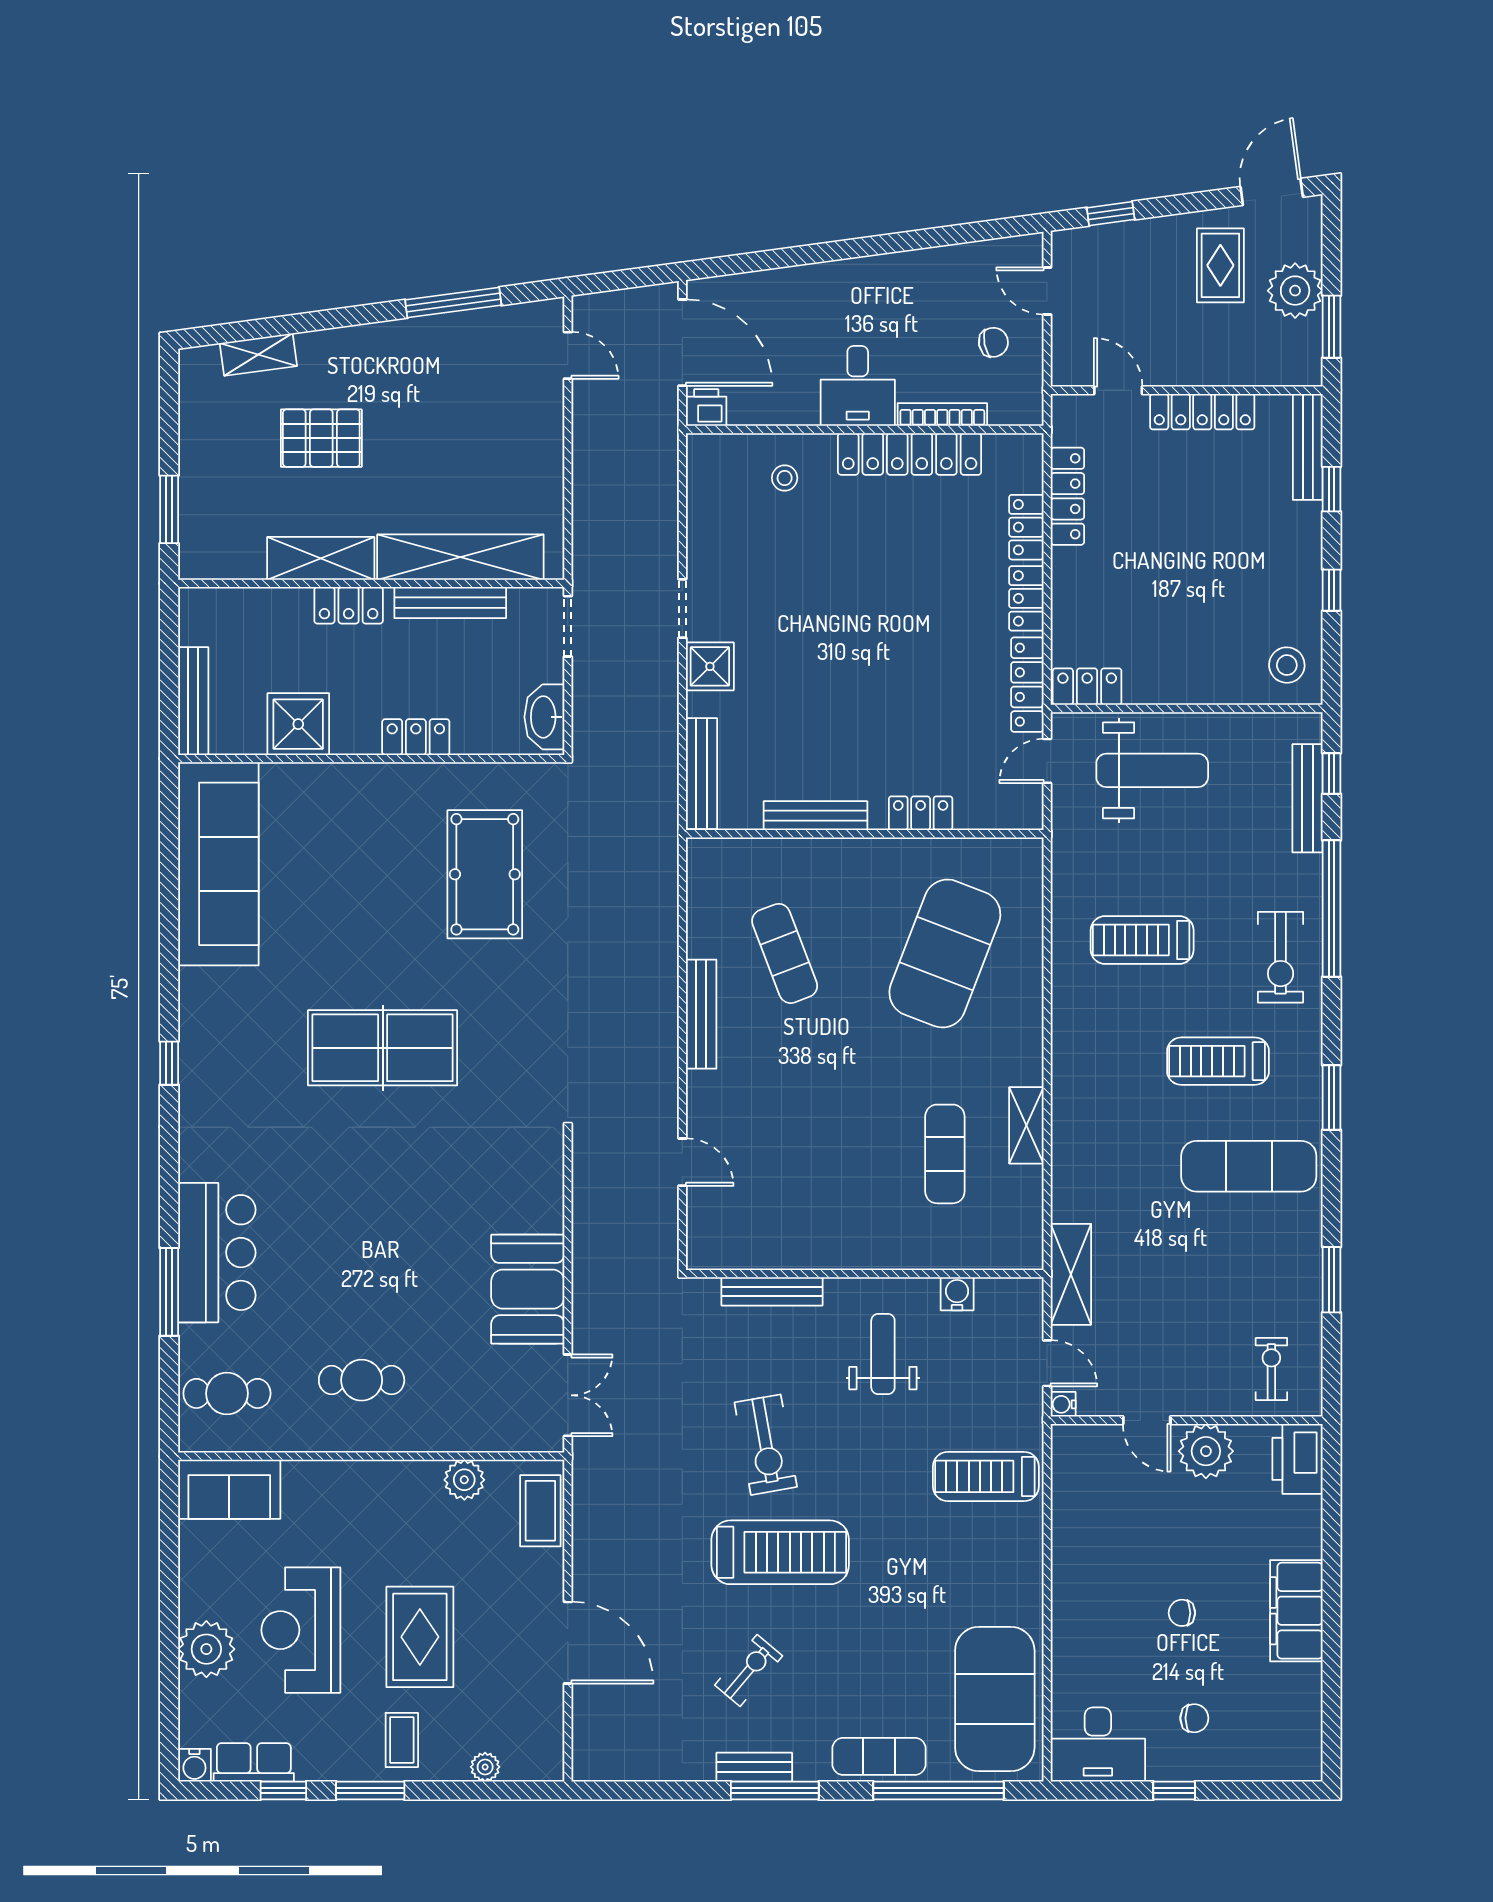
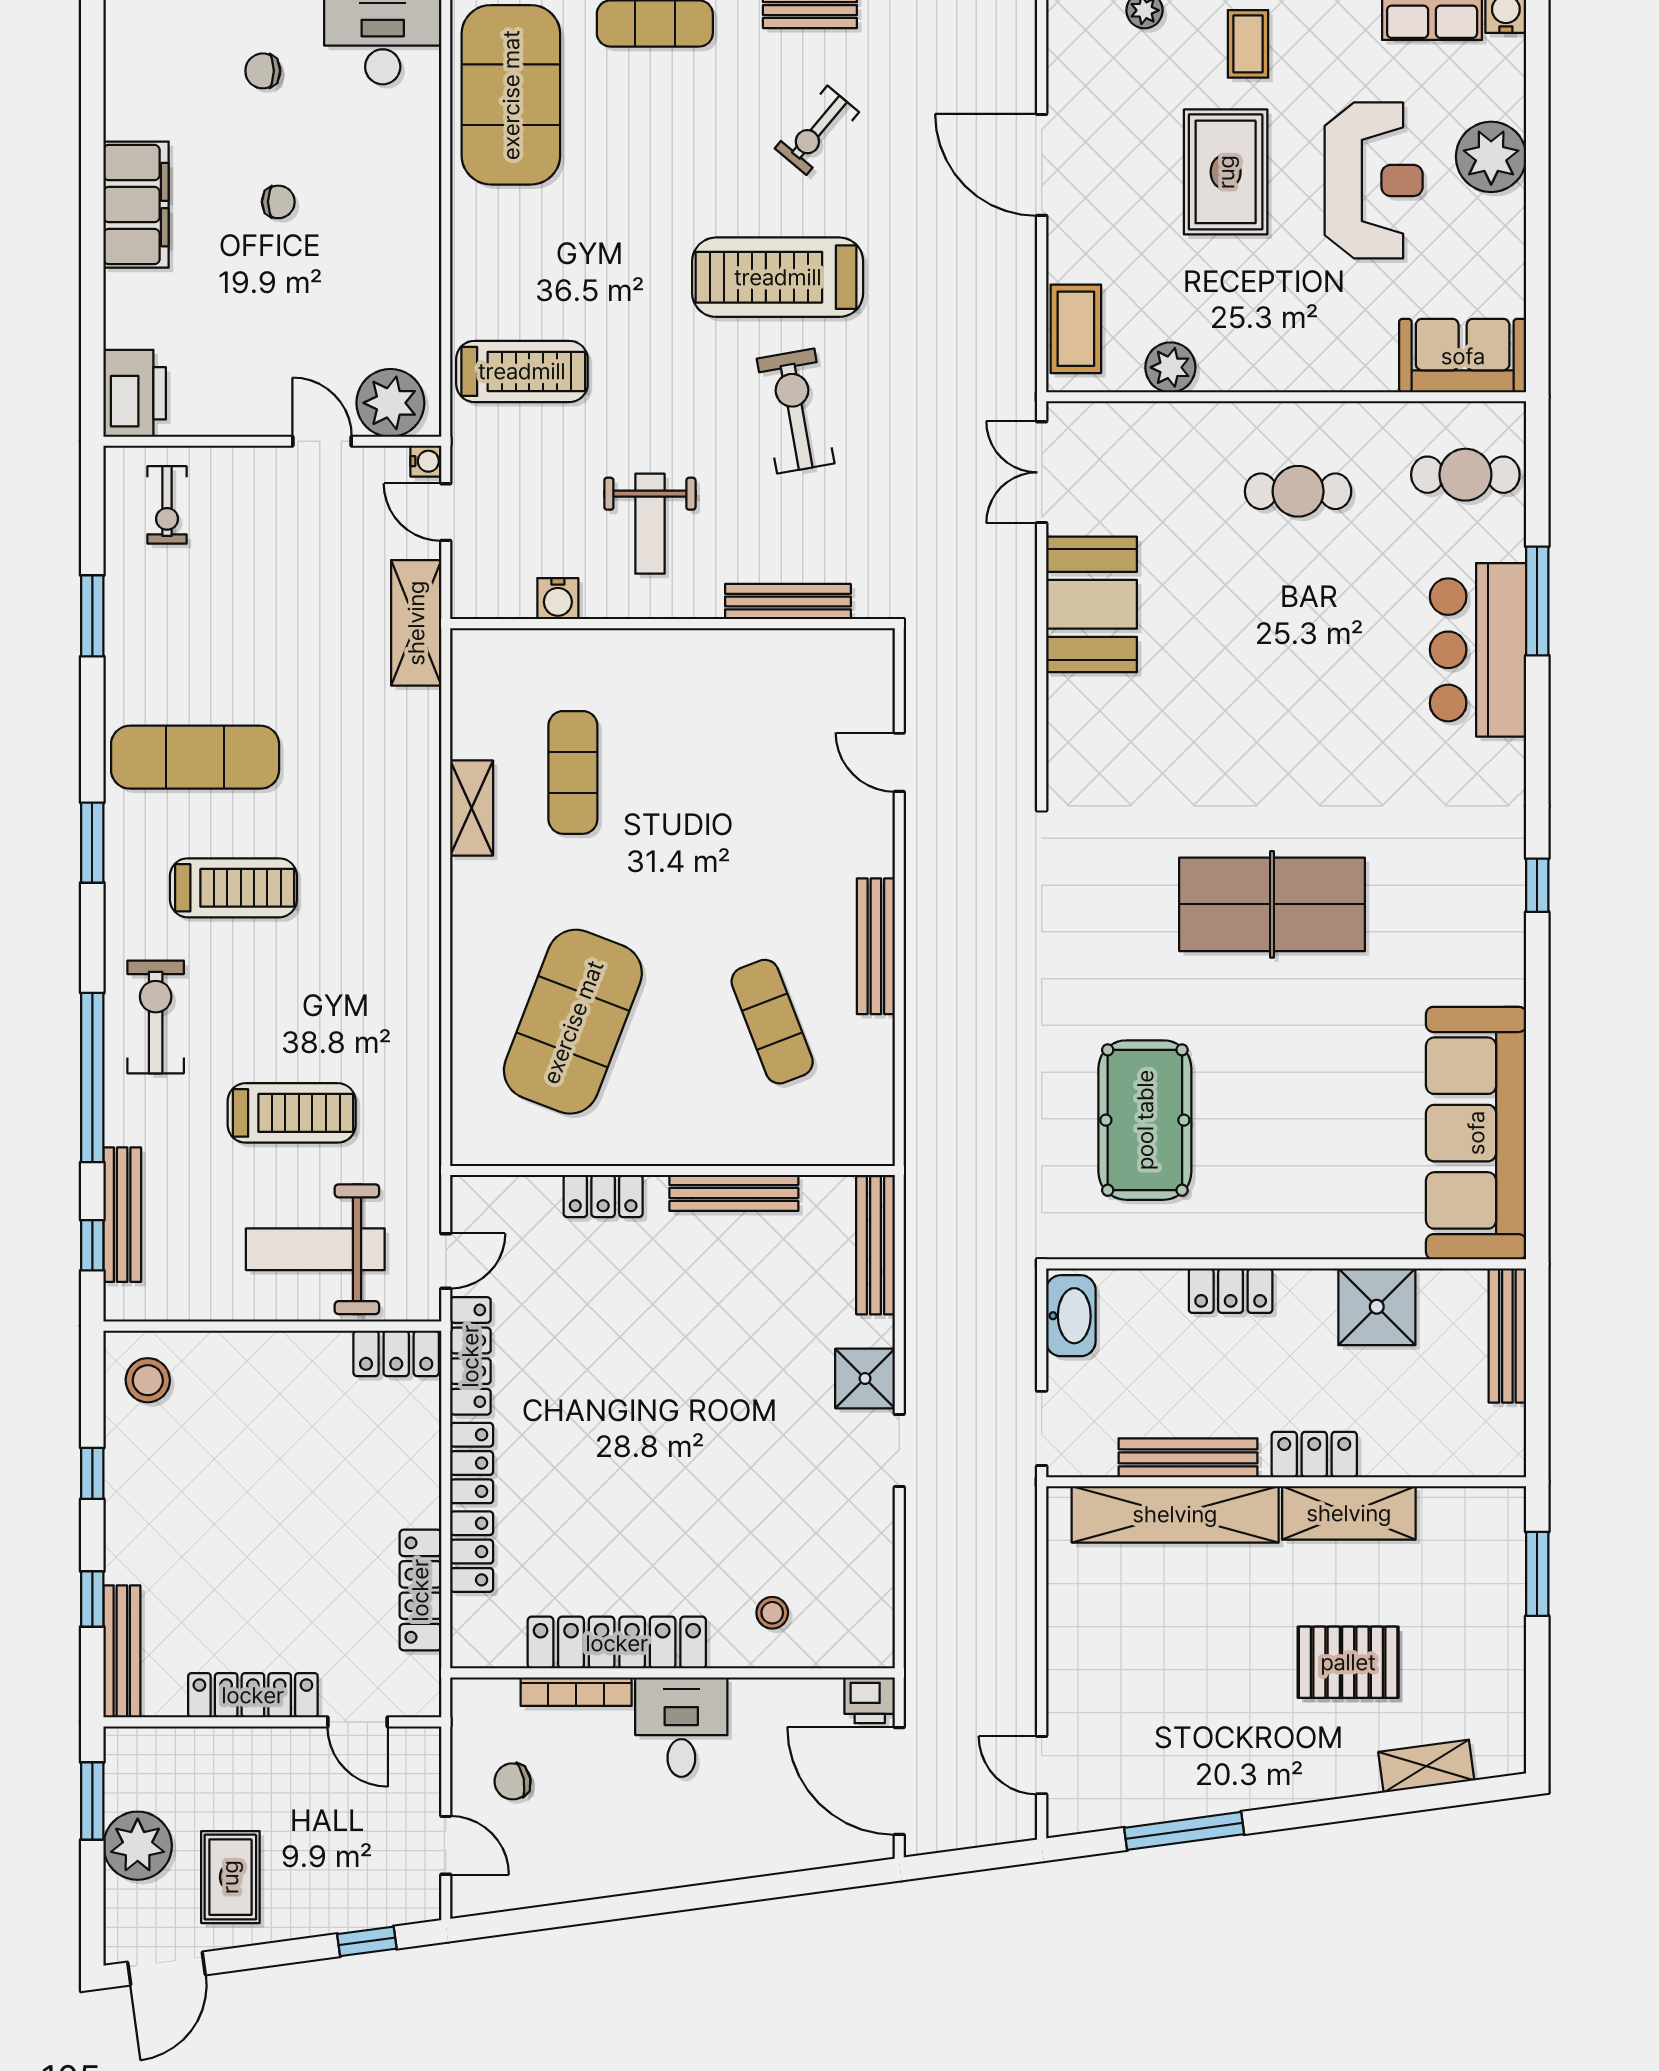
treadmill: (1142, 940) -> (292, 1113), moved
plant: (1206, 1451) -> (390, 403), moved

